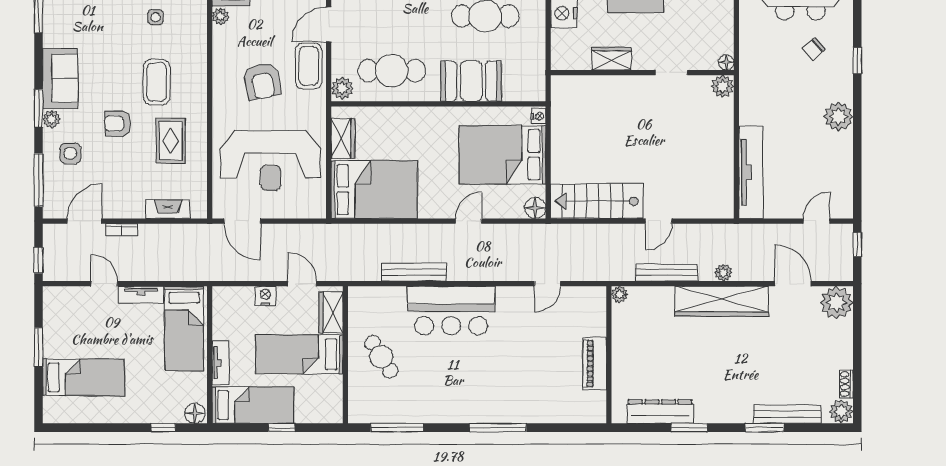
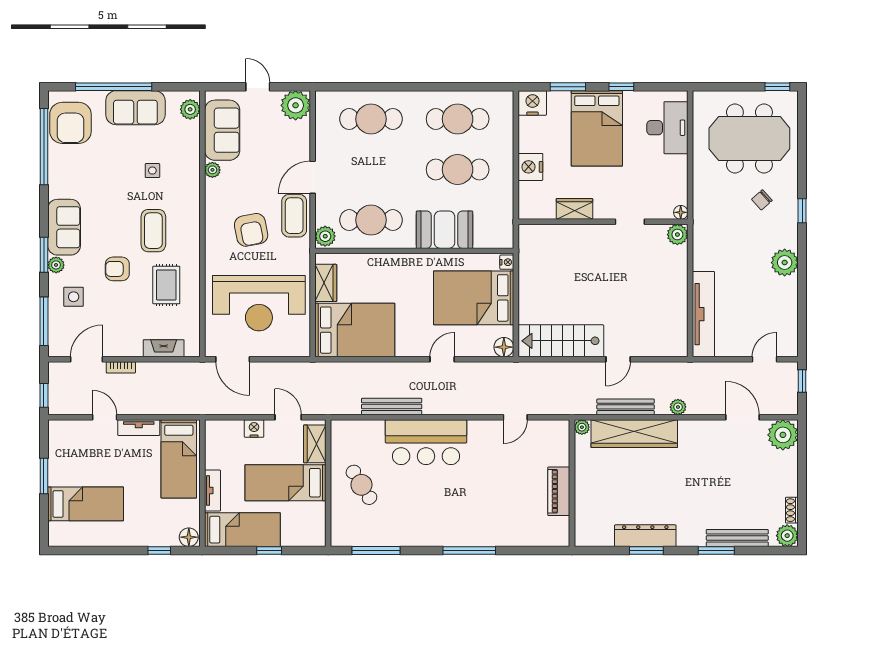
wardrobe: (722, 301) -> (634, 434), moved
dresser: (660, 412) -> (645, 536), moved

